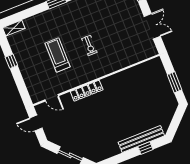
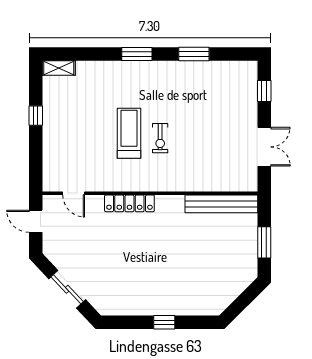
treadmill: (58, 55) -> (129, 133), moved
bench: (141, 139) -> (221, 204), moved
window: (145, 148) -> (164, 322), moved

